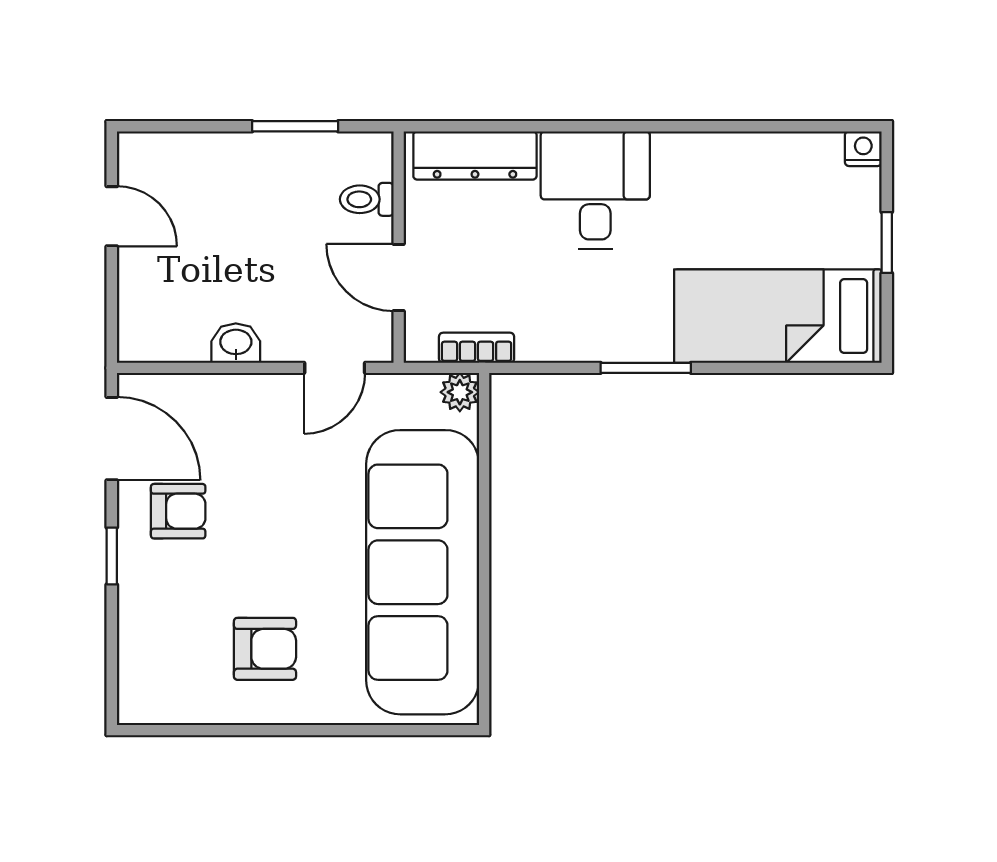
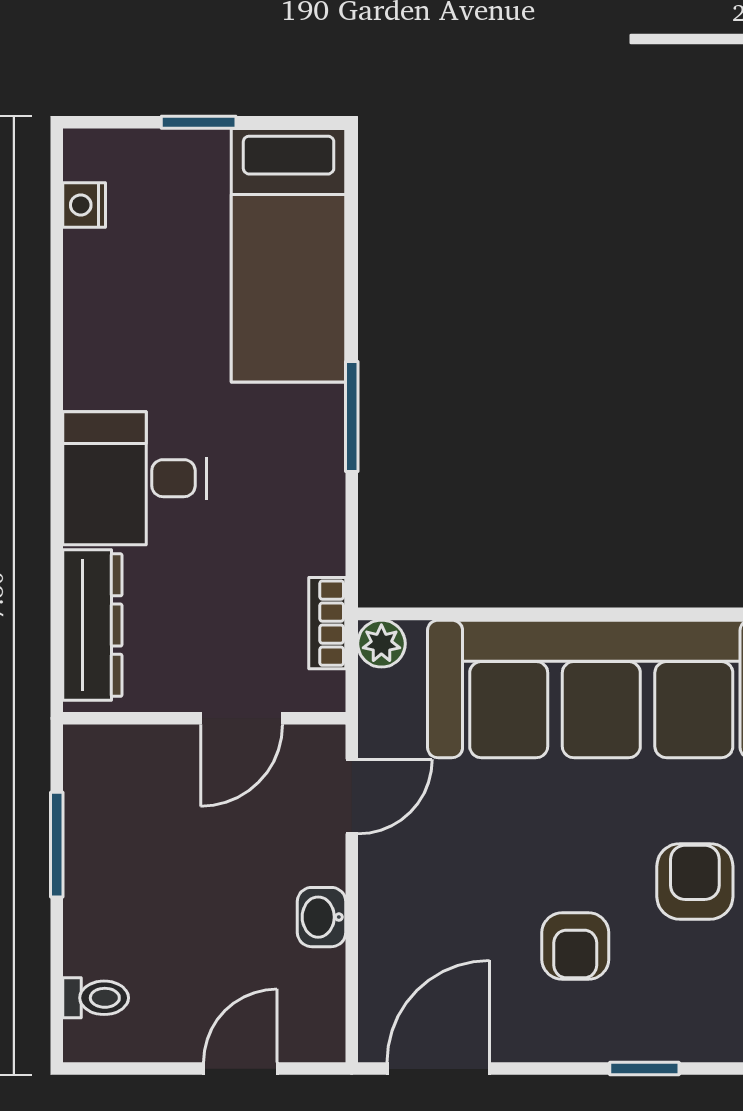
nightstand: (863, 149) -> (84, 205), moved
toilet: (367, 199) -> (96, 998), moved, turned -90
door: (112, 216) -> (240, 1069), moved
door: (335, 368) -> (352, 796), hinge flipped
armchair: (178, 511) -> (575, 946), moved, turned 180
window: (112, 556) -> (644, 1069), moved

